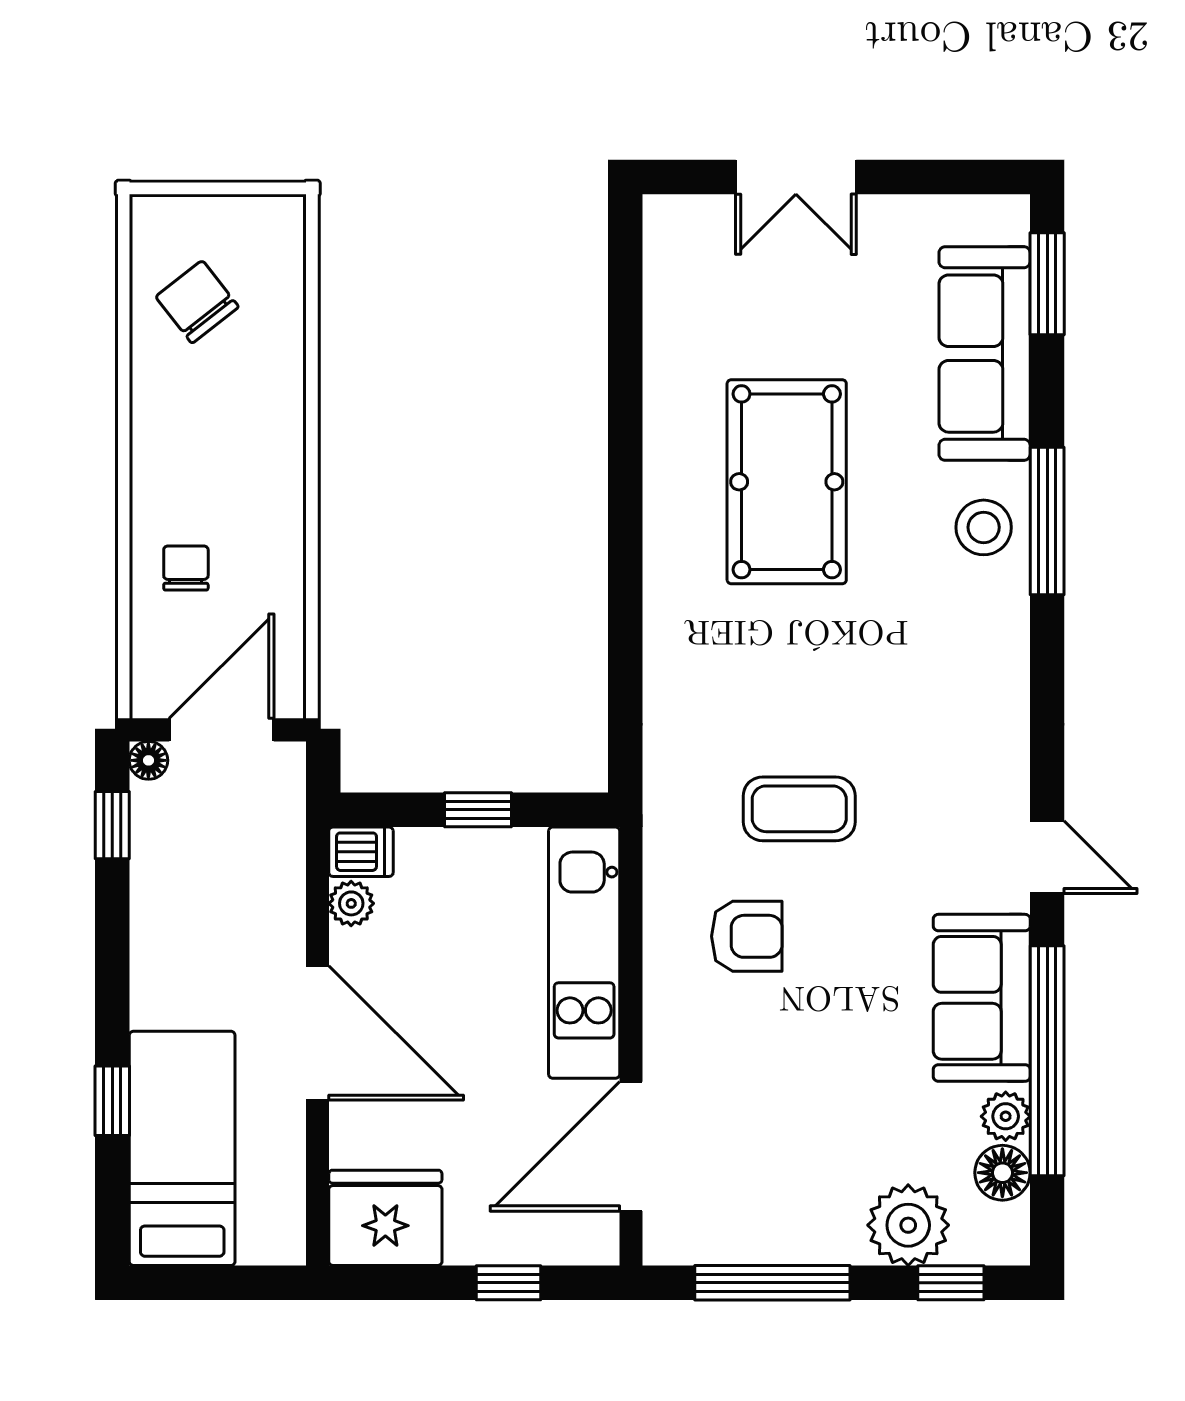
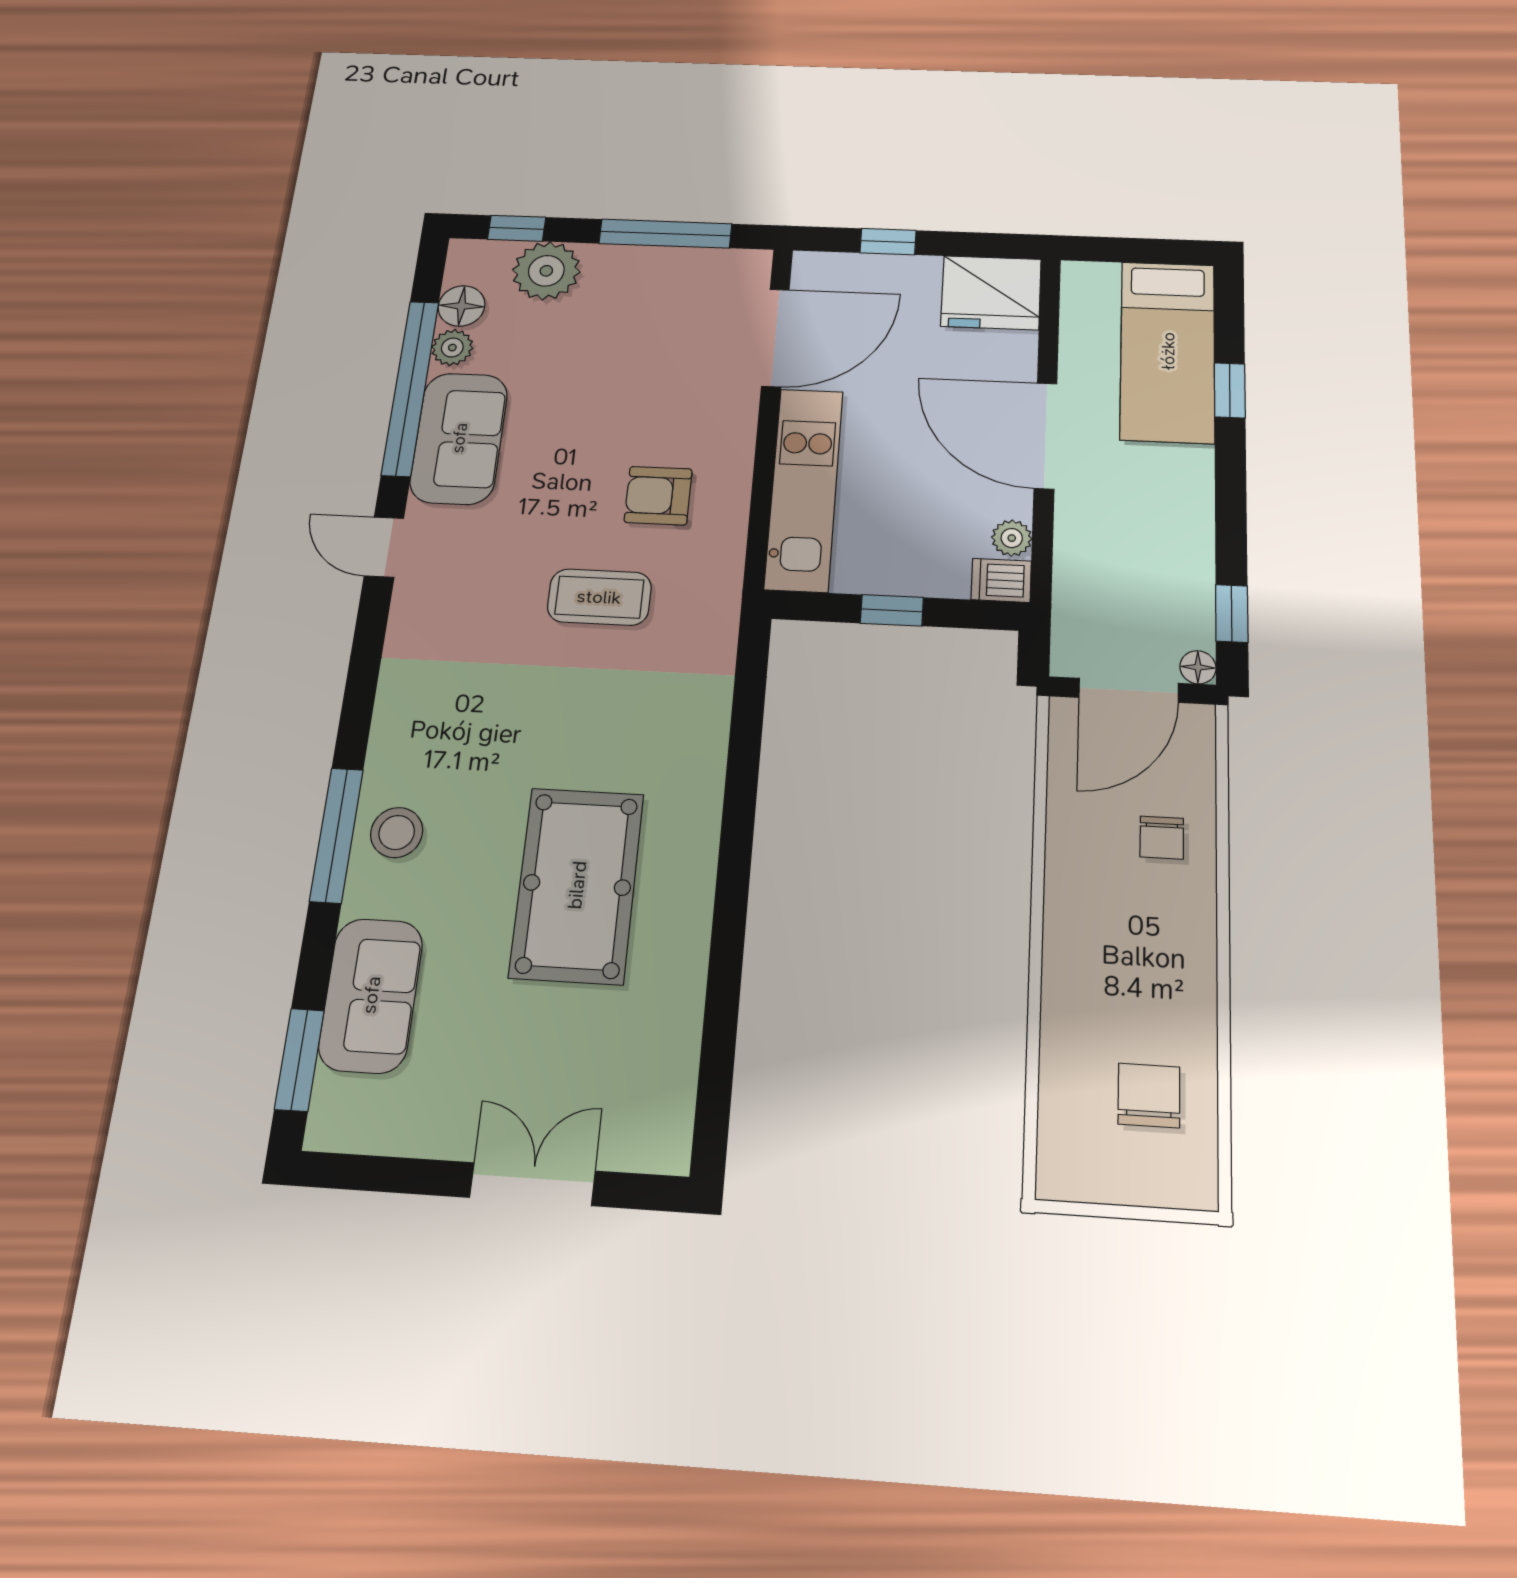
chair: (197, 302) -> (1149, 1095), turned -142
sofa: (985, 354) -> (371, 995), width x0.73

